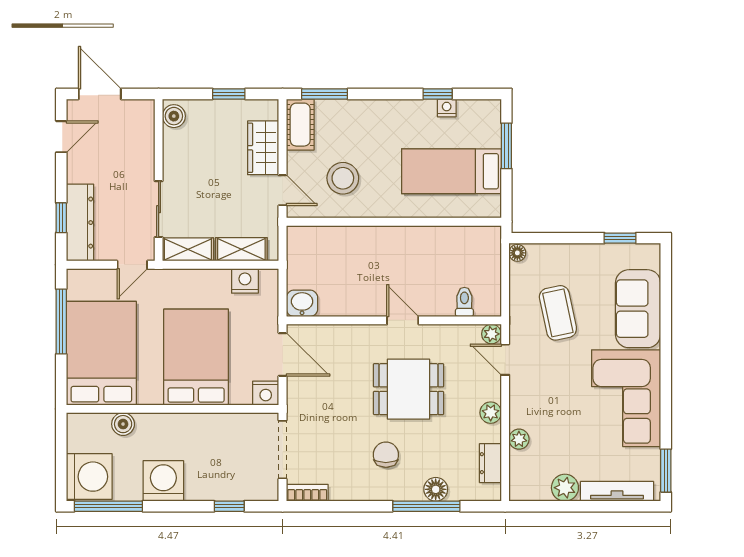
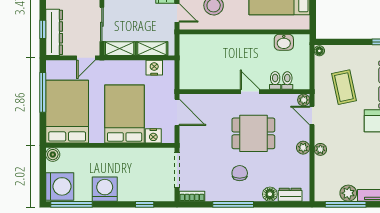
toilet: (444, 302) -> (275, 80), added
washbasin: (302, 303) -> (284, 42), moved, turned 180
nightstand: (266, 393) -> (153, 136), moved
boiler: (123, 424) -> (53, 155), moved
plant: (519, 439) -> (320, 149), moved
dresser: (490, 463) -> (290, 195), moved, turned 90
window: (426, 506) -> (233, 204), moved
window: (561, 506) -> (346, 204), added

